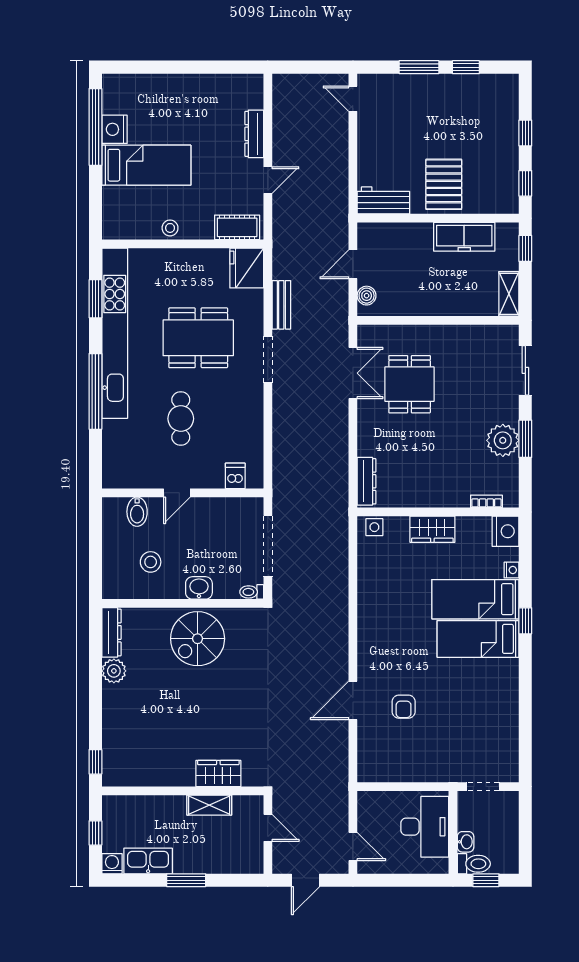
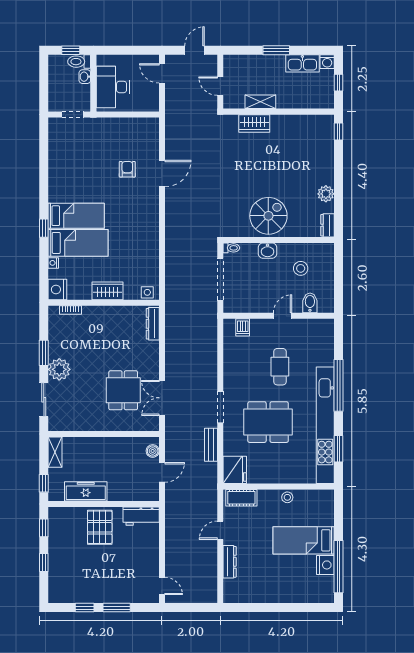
plant: (503, 440) -> (59, 369), moved
dresser: (111, 632) -> (327, 225), width x0.70

